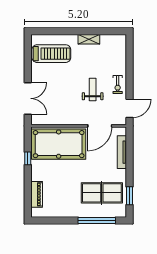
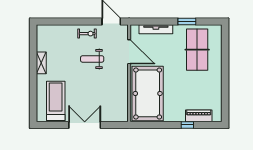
double door: (28, 98) -> (85, 125), moved
window: (28, 158) -> (187, 125), moved
window: (129, 196) -> (187, 22), moved
window: (97, 220) -> (225, 55), removed

